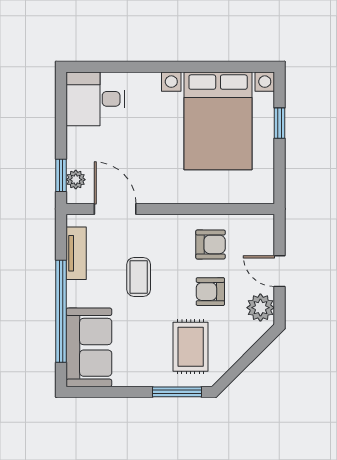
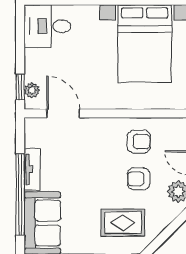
tv unit: (76, 253) -> (32, 169), moved
coffee table: (139, 277) -> (82, 167), removed
rug: (191, 347) -> (123, 223), turned 90

